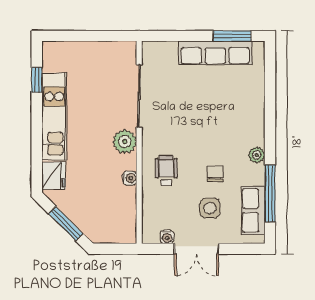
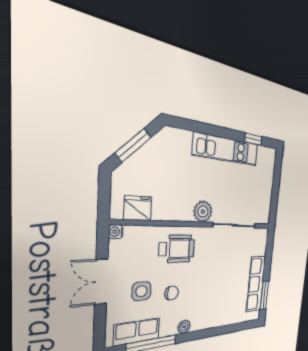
wheelchair: (166, 171) -> (177, 249), width x1.36, depth x1.37
fridge: (54, 176) -> (138, 208), moved, turned 180
water cooler: (130, 178) -> (173, 215), removed
water cooler: (167, 237) -> (116, 232), moved

